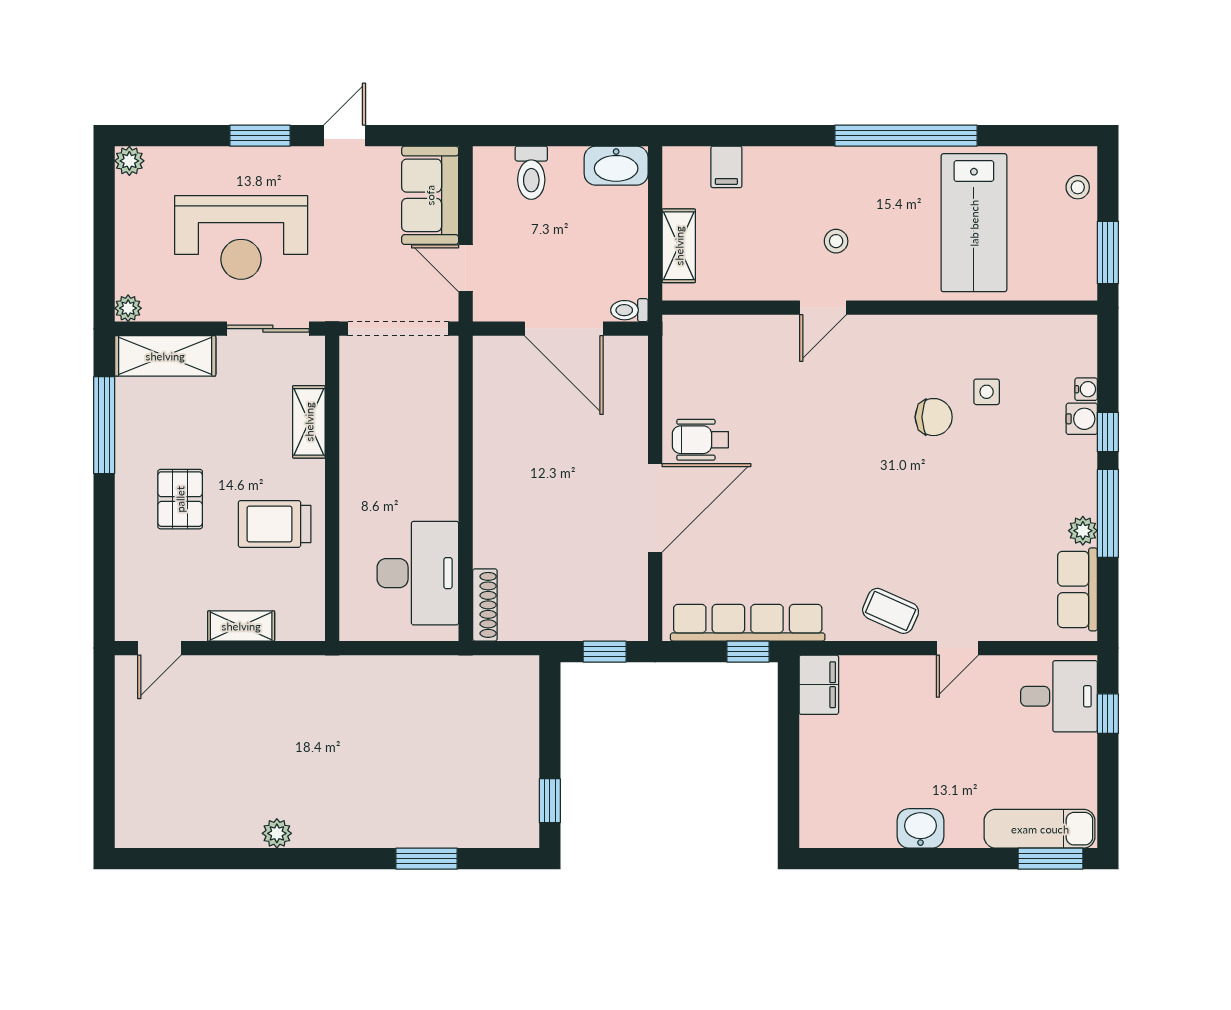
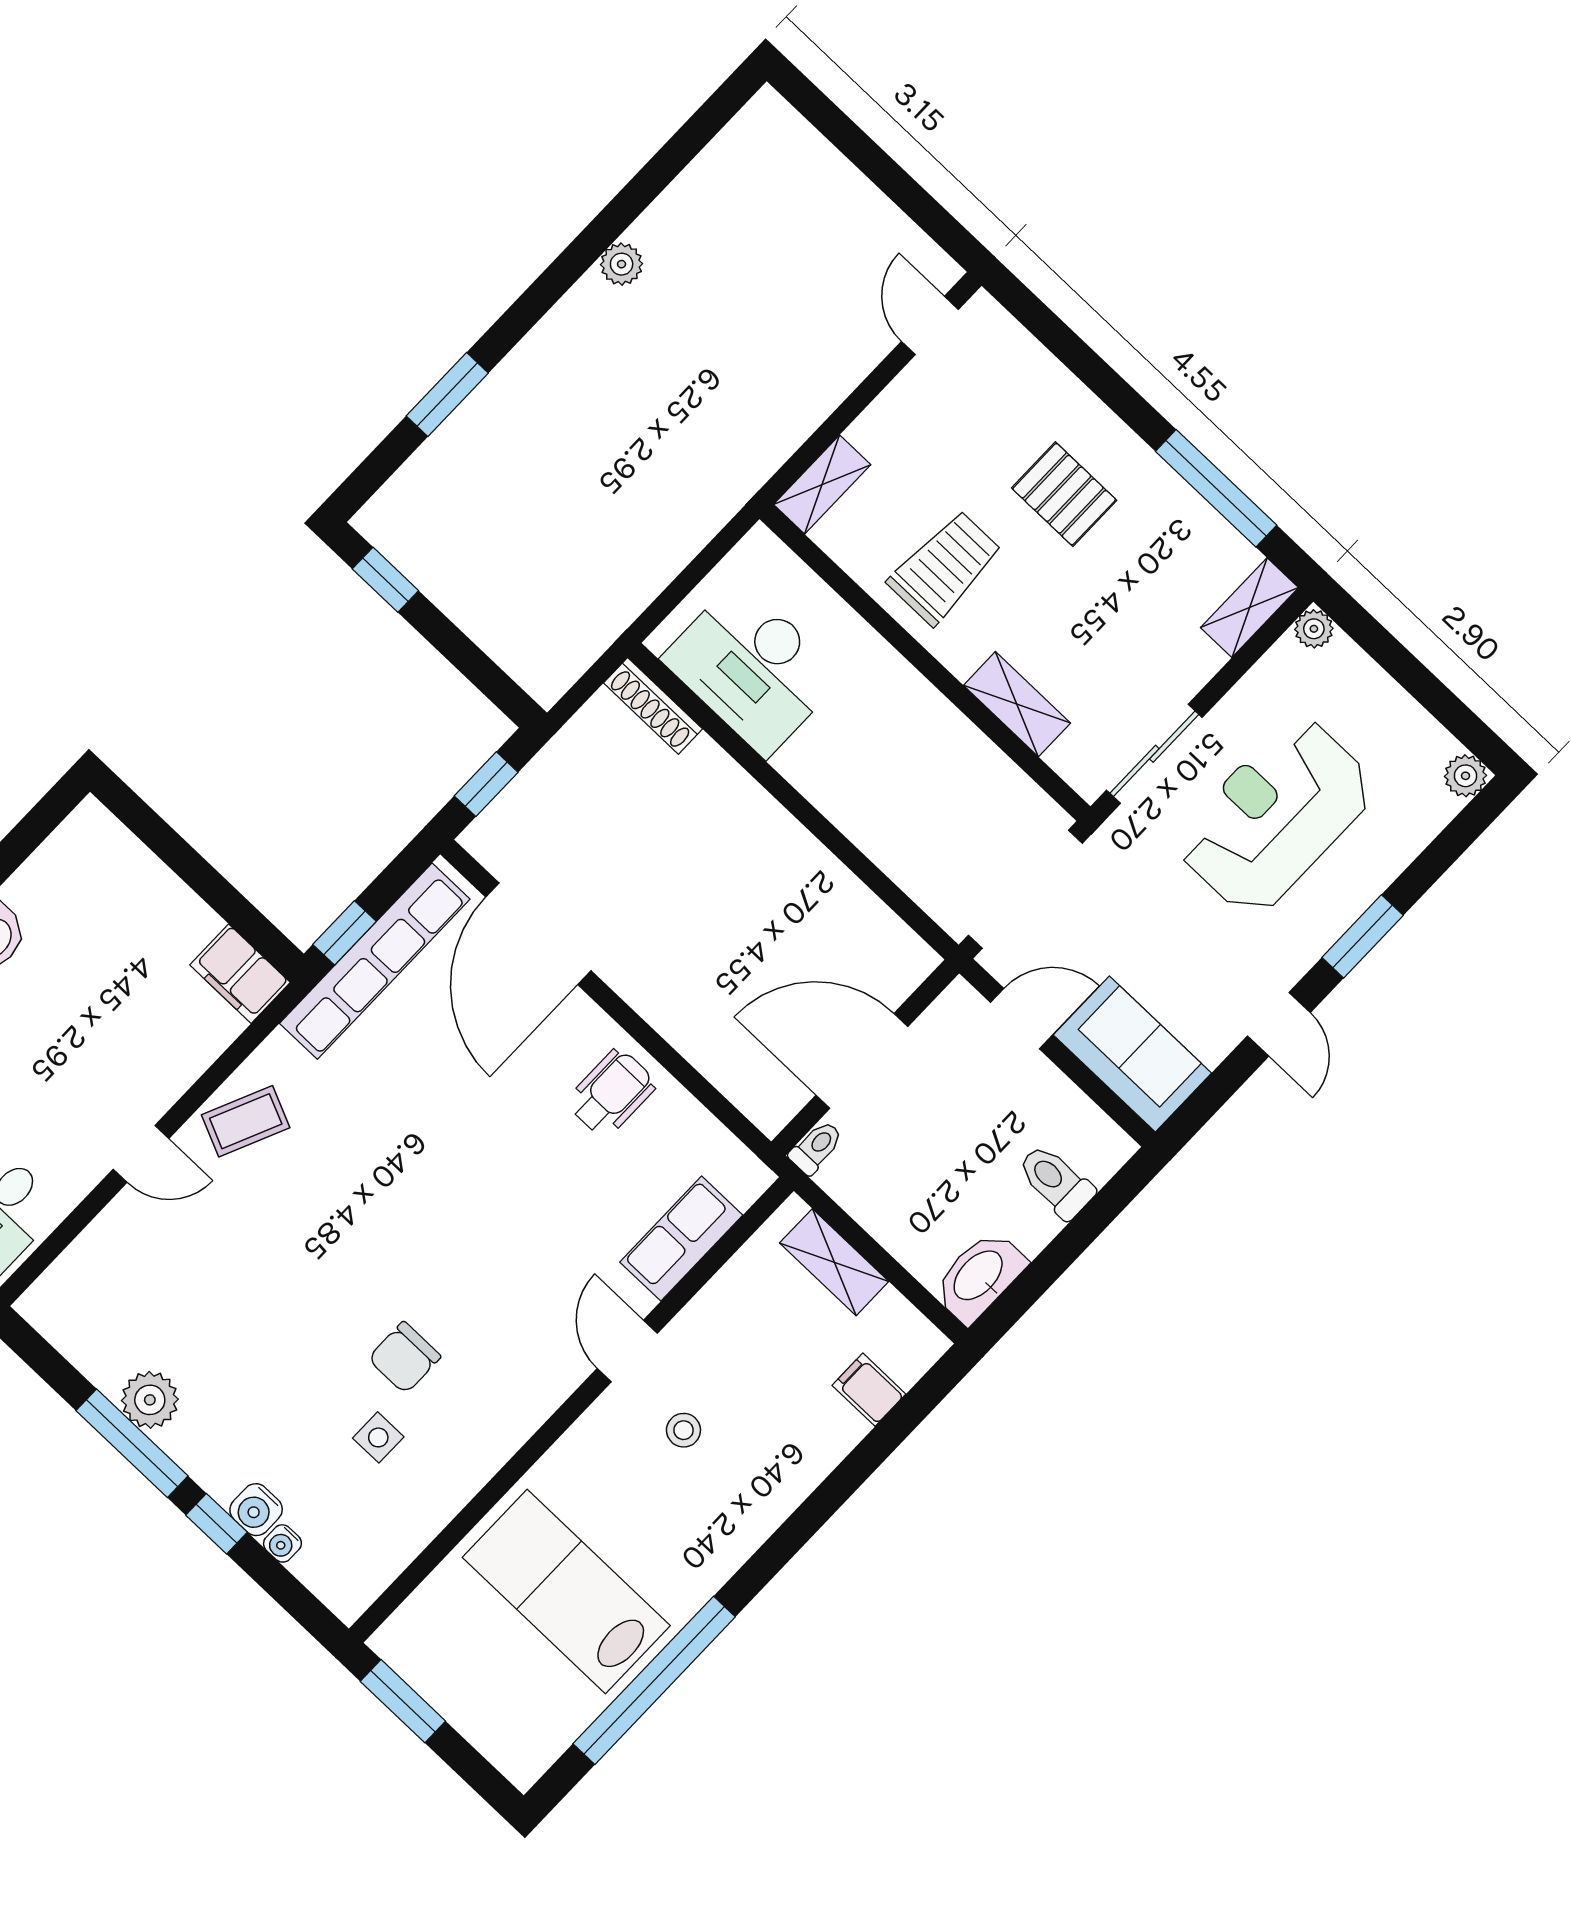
window: (906, 136) -> (654, 1680), moved
stool: (1078, 187) -> (500, 1734), removed
shelving: (165, 356) -> (1250, 608), width x0.67, depth x0.75
door: (655, 508) -> (538, 934), moved
plant: (1083, 531) -> (150, 1400), width x1.38, depth x1.38
row of seats: (1078, 589) -> (681, 1239), moved, turned -90
shelving: (241, 626) -> (822, 485), moved
door: (957, 648) -> (141, 1154), swing flipped

